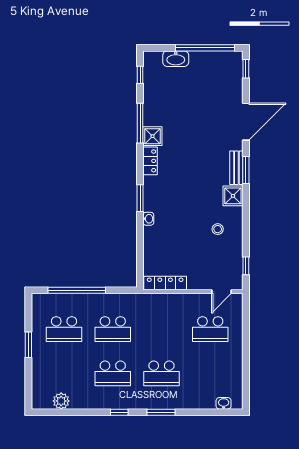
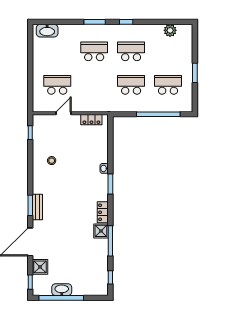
washbasin: (176, 59) -> (62, 290), moved
shower: (233, 196) -> (40, 267), moved
locker: (165, 283) -> (91, 120), width x0.66
door: (222, 292) -> (64, 113), moved
washbasin: (224, 403) -> (47, 31), width x1.91, depth x1.45

